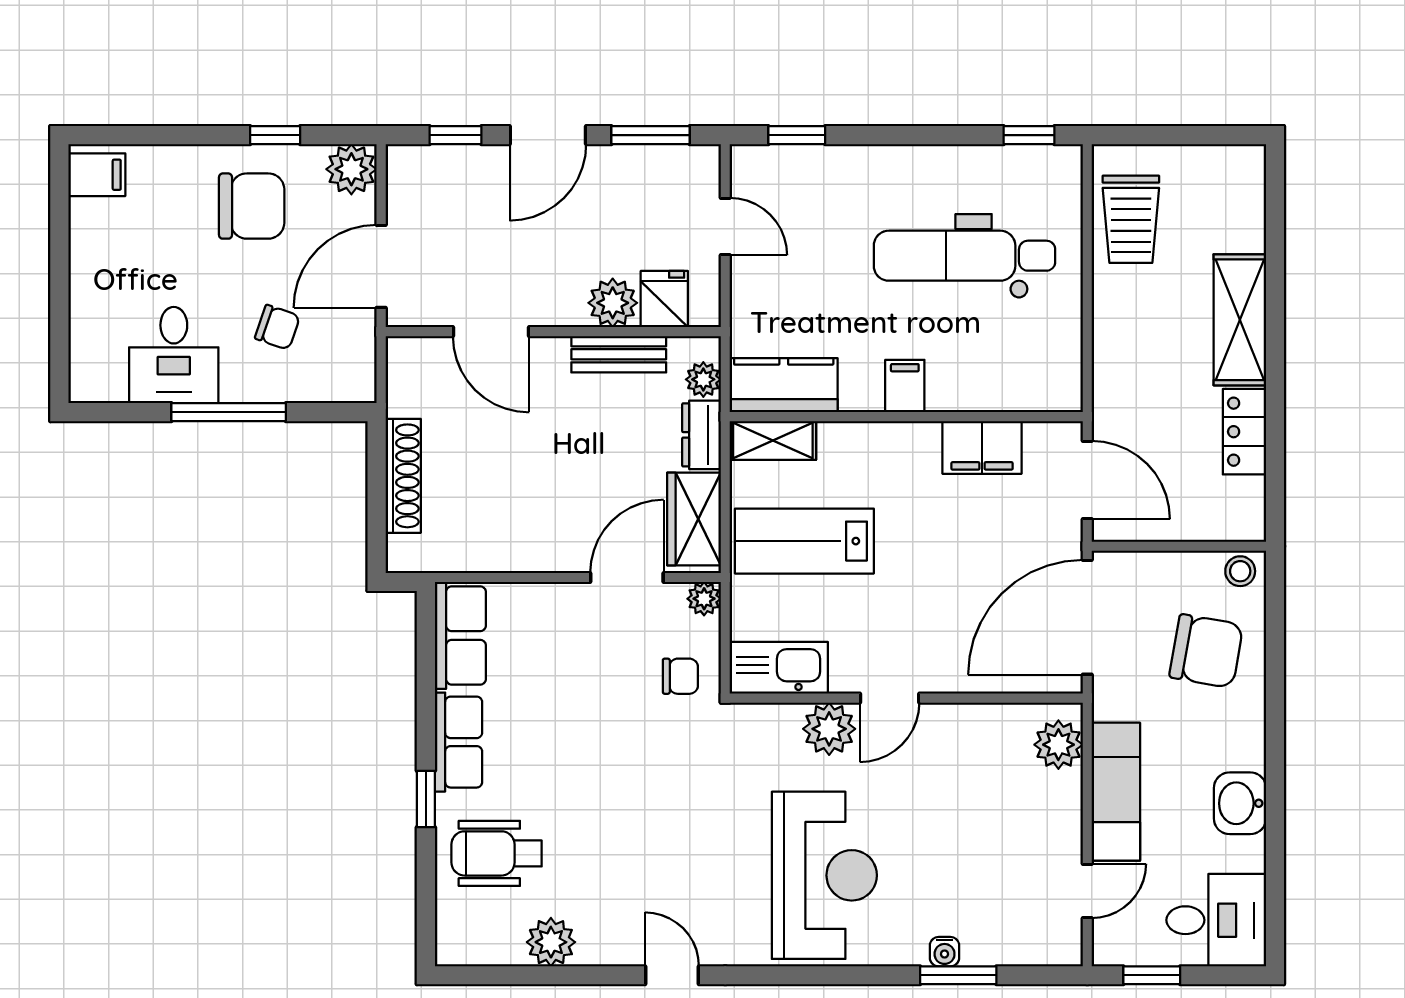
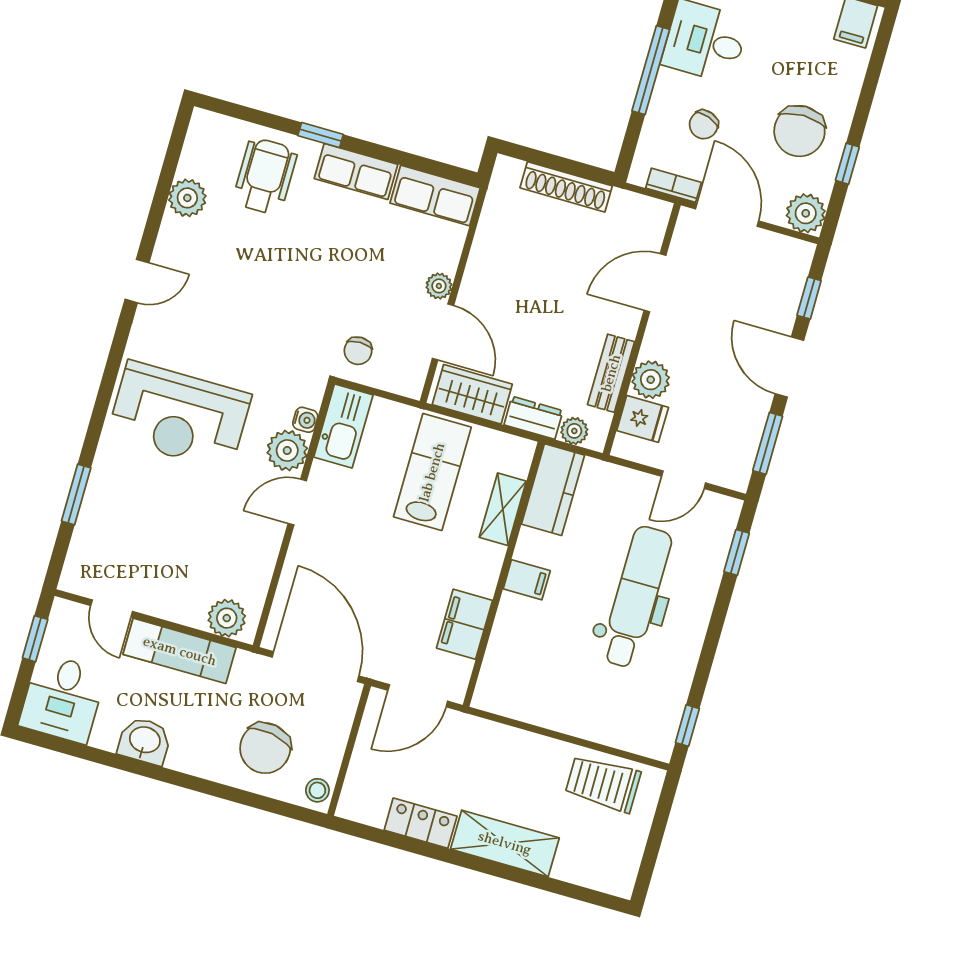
dental chair: (965, 256) -> (636, 597), moved
bookcase: (363, 343) -> (674, 185), added
shelving: (773, 441) -> (503, 509), moved
plant: (704, 599) -> (439, 286), moved
door: (890, 698) -> (297, 502), hinge flipped
water cooler: (945, 952) -> (305, 420), moved, turned 180

